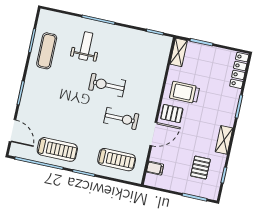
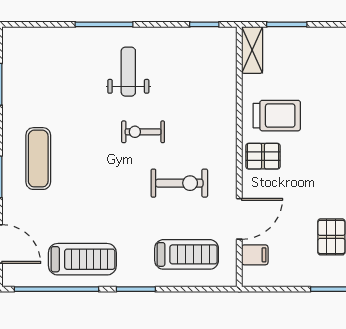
weight bench: (86, 46) -> (128, 72), moved
exercise mat: (47, 51) -> (38, 159), moved
exercise bike: (107, 85) -> (143, 132), width x0.73, depth x0.72
trolley: (185, 92) -> (277, 116), turned 180
door: (153, 134) -> (239, 219), moved

